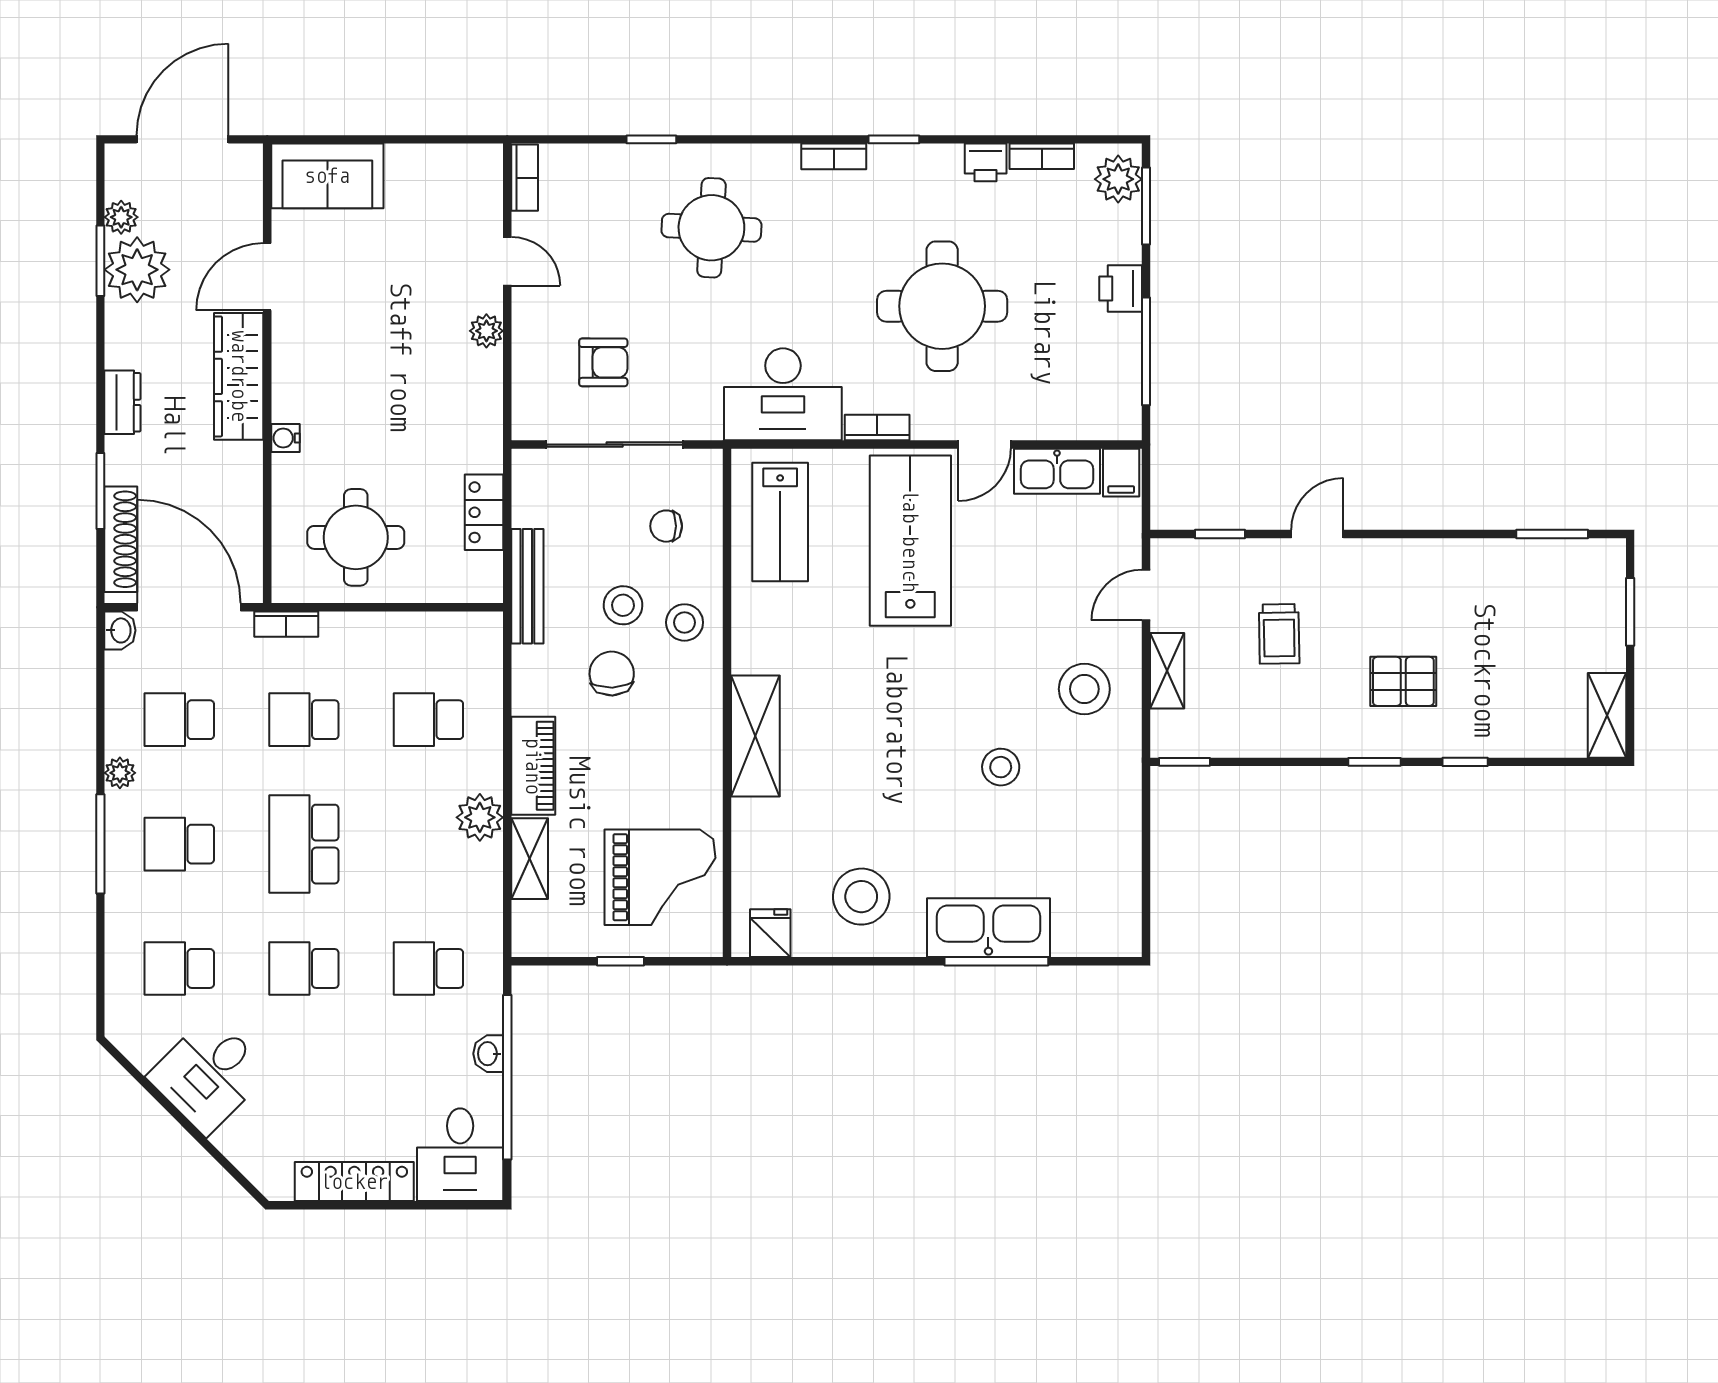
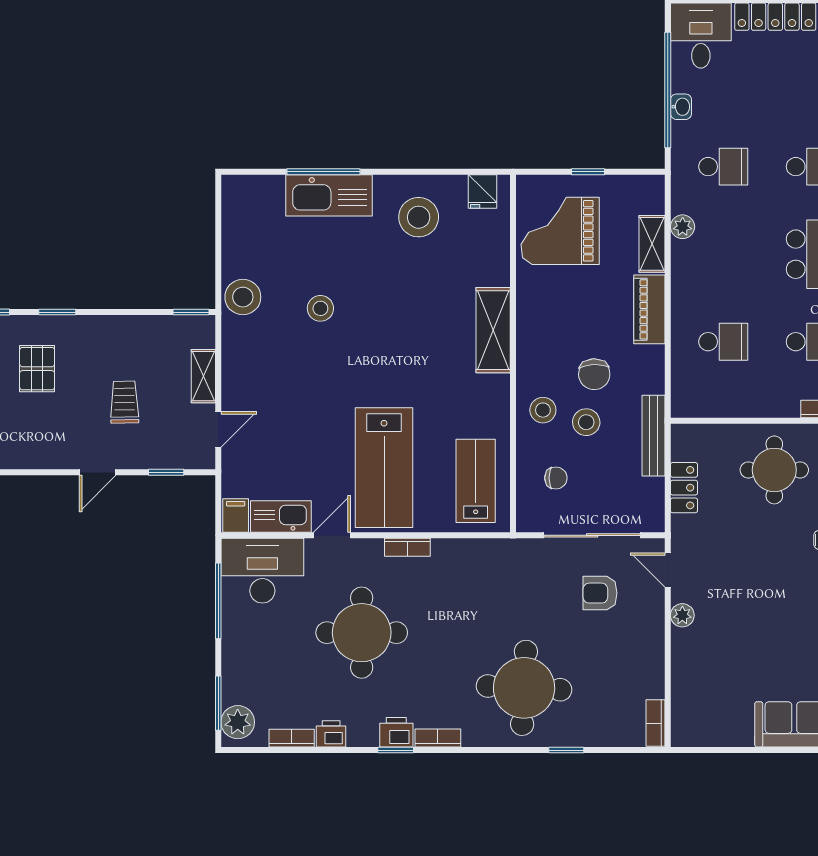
round table: (711, 228) -> (524, 688), width x1.36, depth x1.36
door: (507, 261) -> (668, 570), moved
printer: (1121, 288) -> (396, 732), moved, turned -90
desk: (783, 394) -> (262, 571), moved
pallet: (1403, 681) -> (37, 369), turned 90
stool: (1084, 689) -> (243, 297), moved
plant: (480, 817) -> (683, 227), moved, width x0.73, depth x0.73

